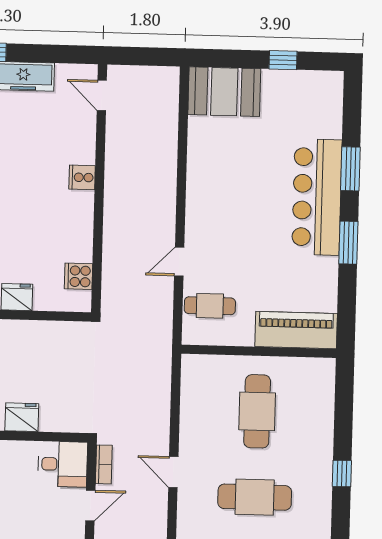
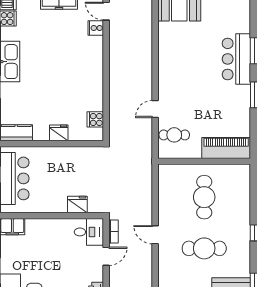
cooker: (82, 177) -> (96, 28), moved
bar counter: (317, 197) -> (236, 59), width x0.73
fridge: (22, 417) -> (77, 205), moved

